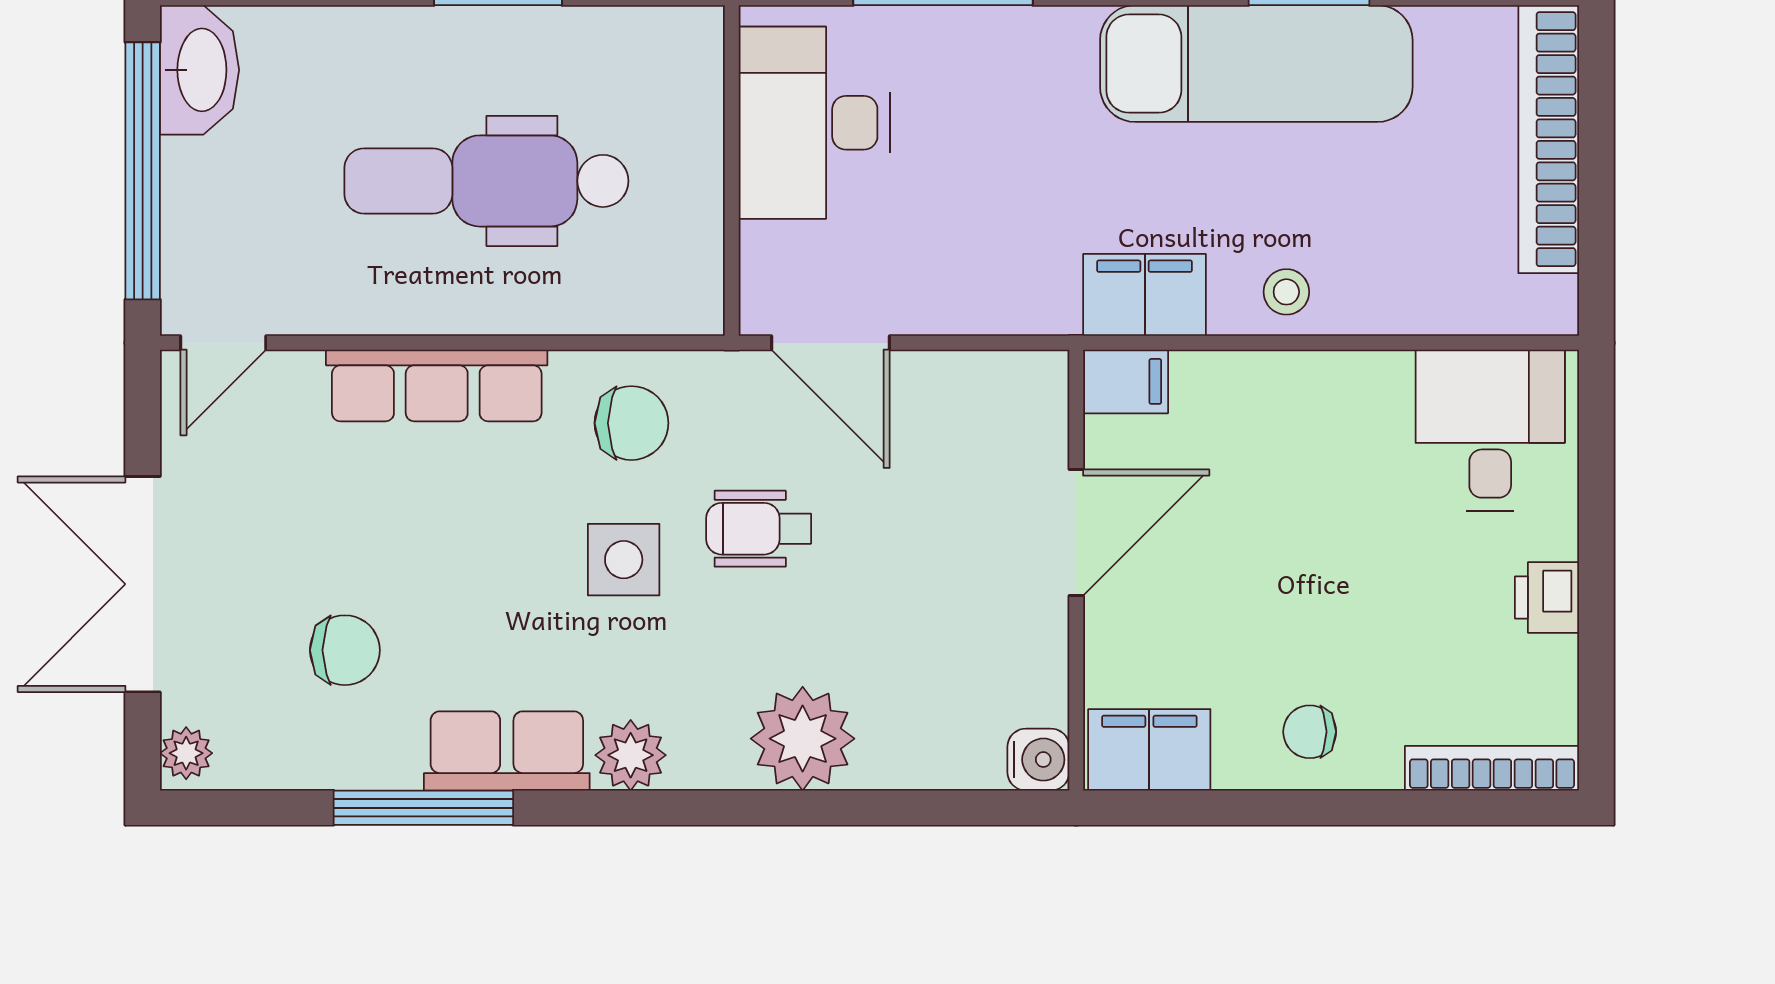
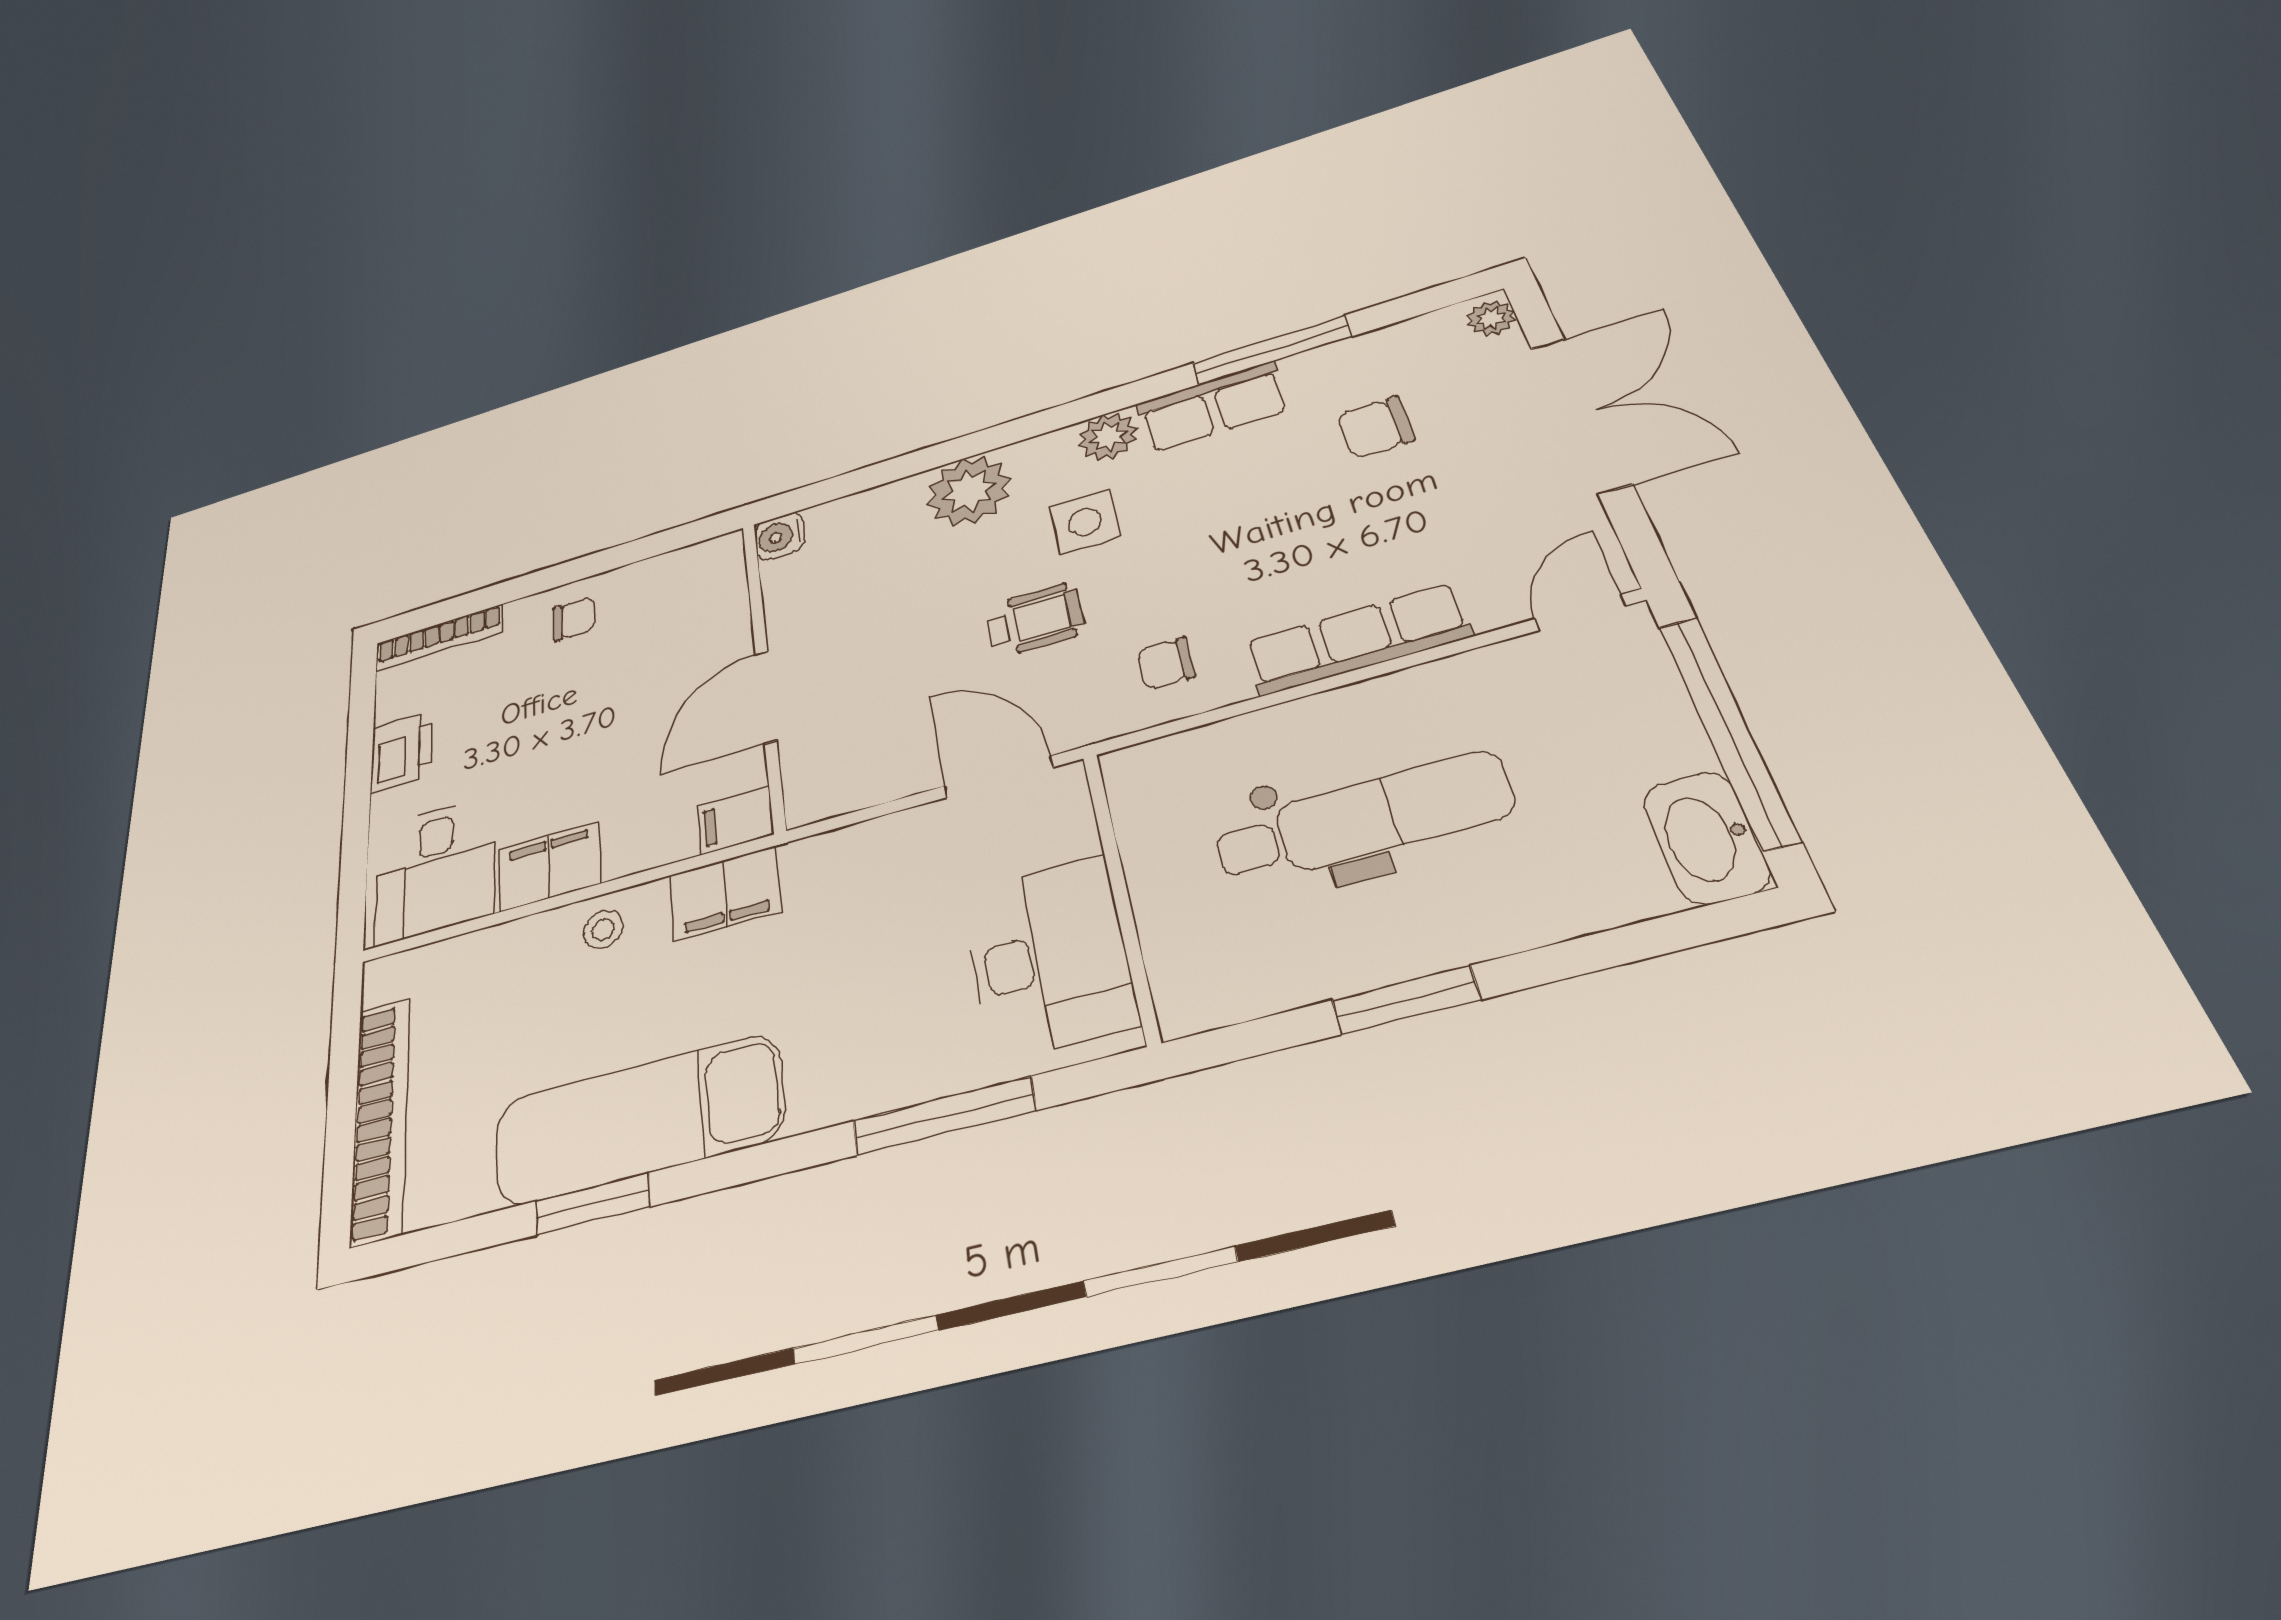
chair: (631, 423) -> (1166, 663), width x0.73, depth x0.73
side table: (624, 560) -> (1085, 522), moved
printer: (1547, 598) -> (401, 752), width x1.36, depth x1.24
filing cabinet: (1149, 750) -> (549, 867), moved, turned 180

